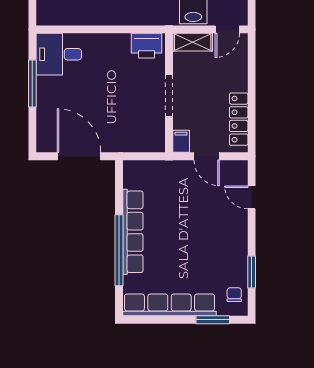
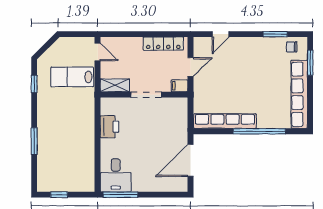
shelving: (193, 42) -> (115, 85), moved, turned 90
printer: (146, 46) -> (109, 127), moved
window: (32, 84) -> (120, 195), moved
row of seats: (133, 232) -> (225, 121), moved

